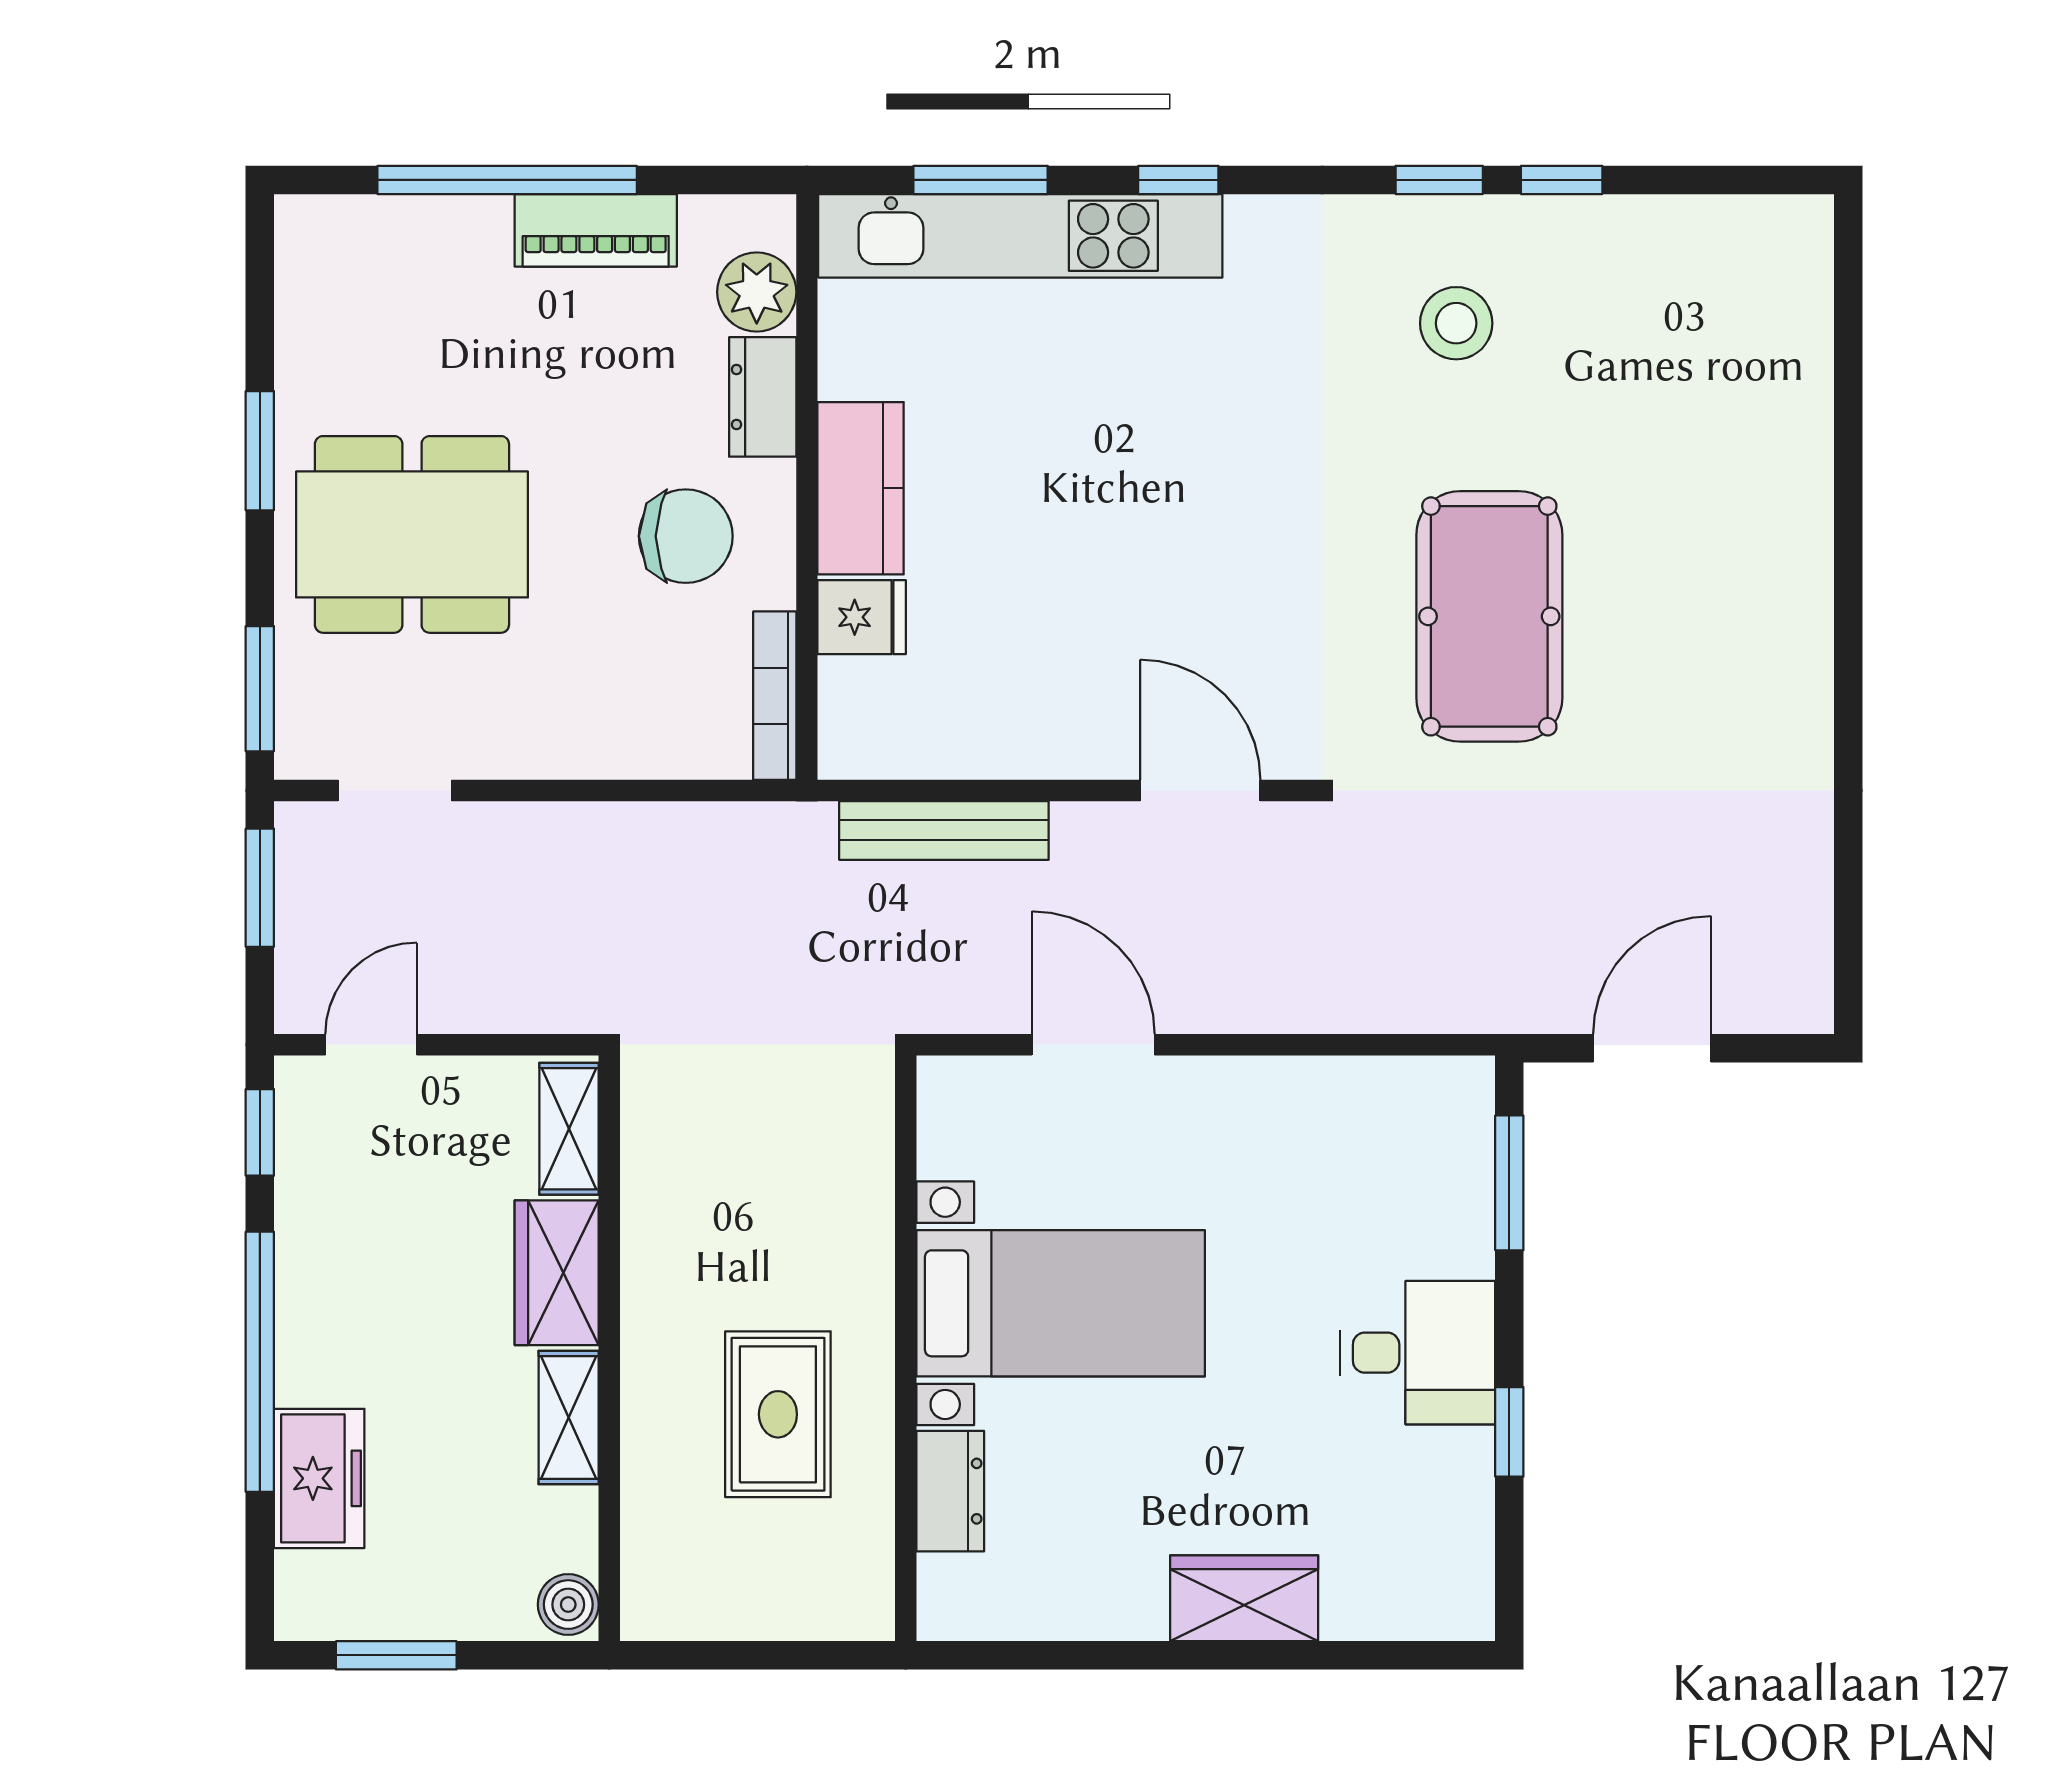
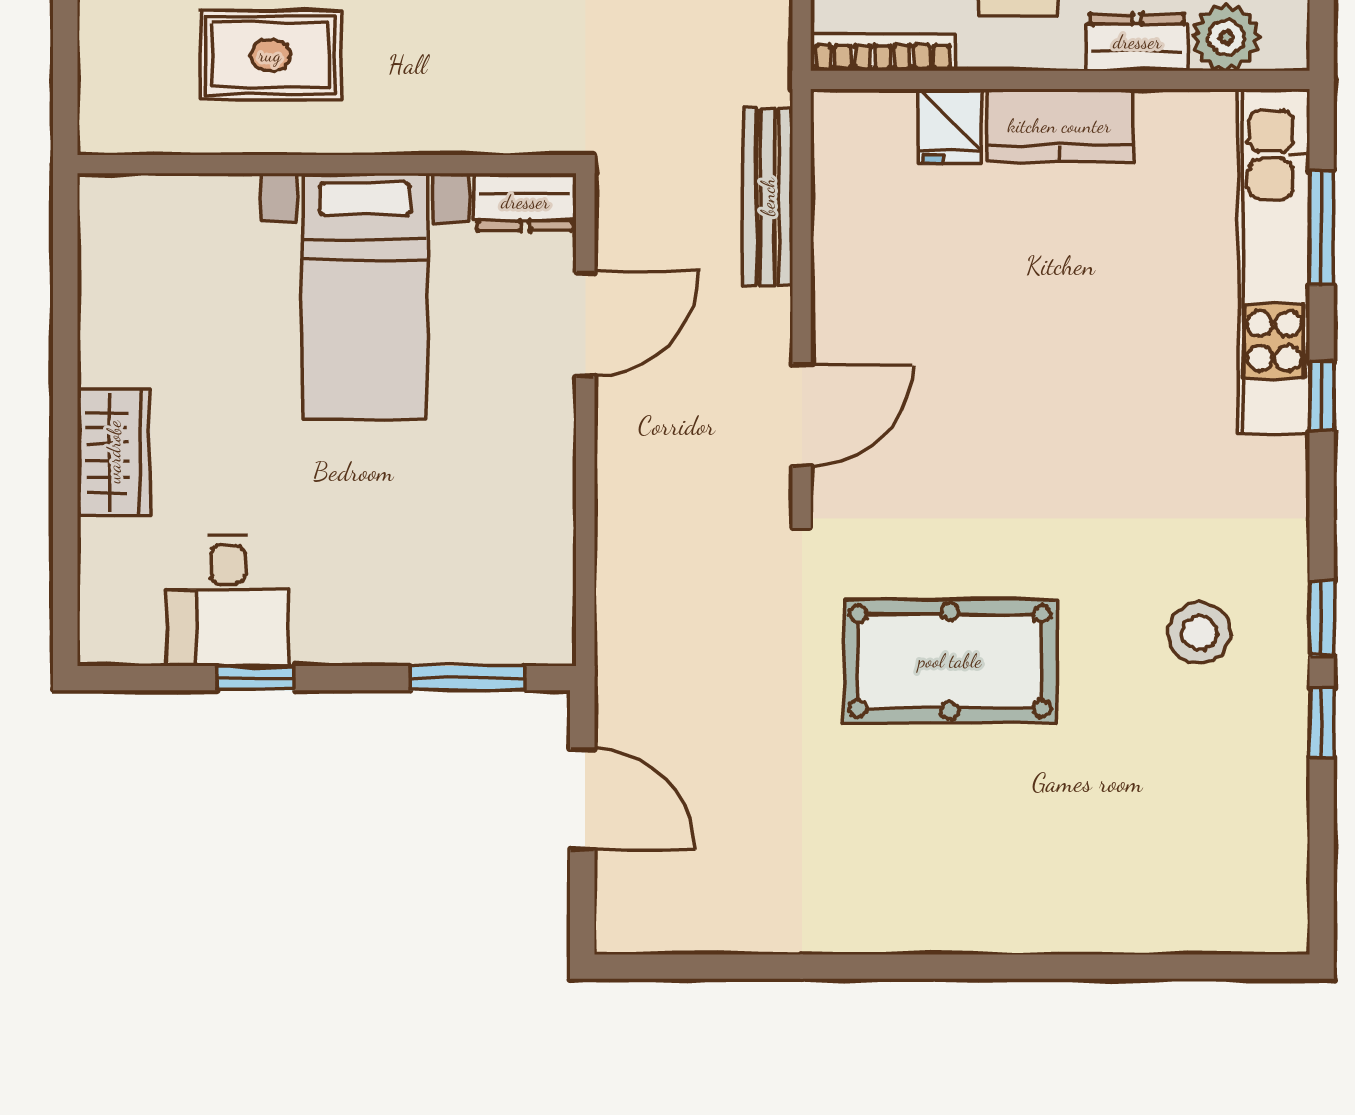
desk: (1418, 1353) -> (228, 600), moved
dresser: (950, 1491) -> (525, 202), moved

